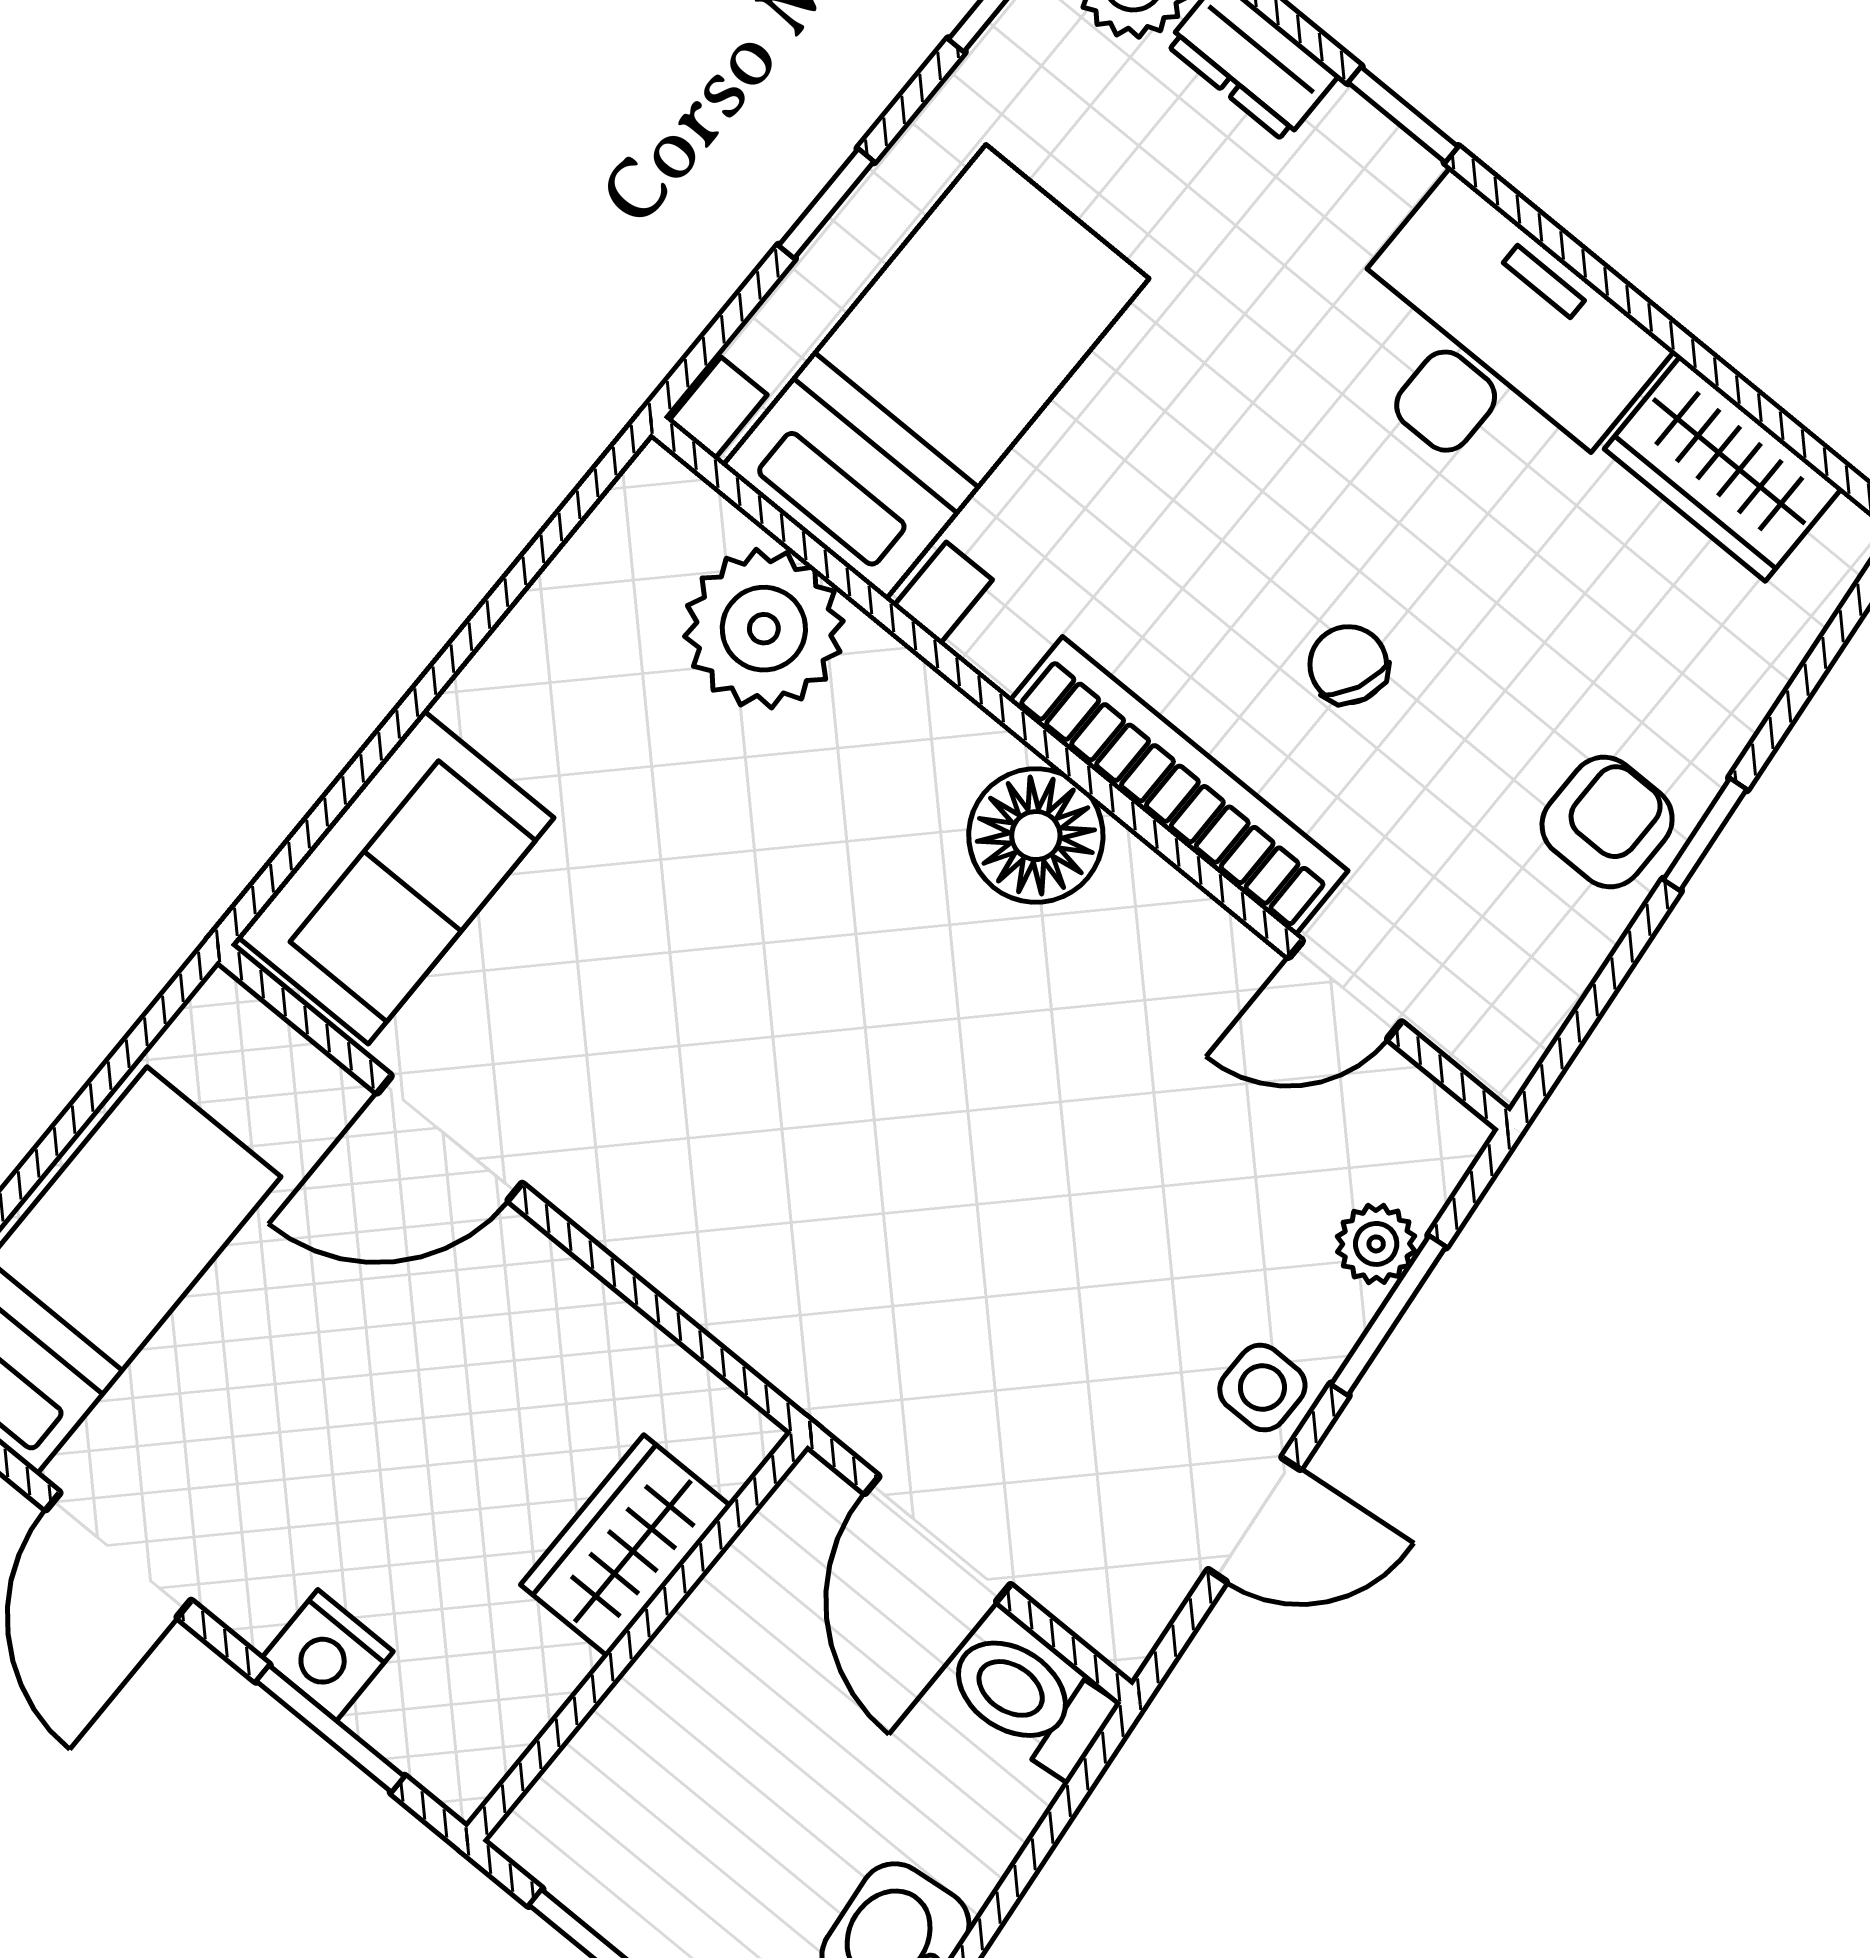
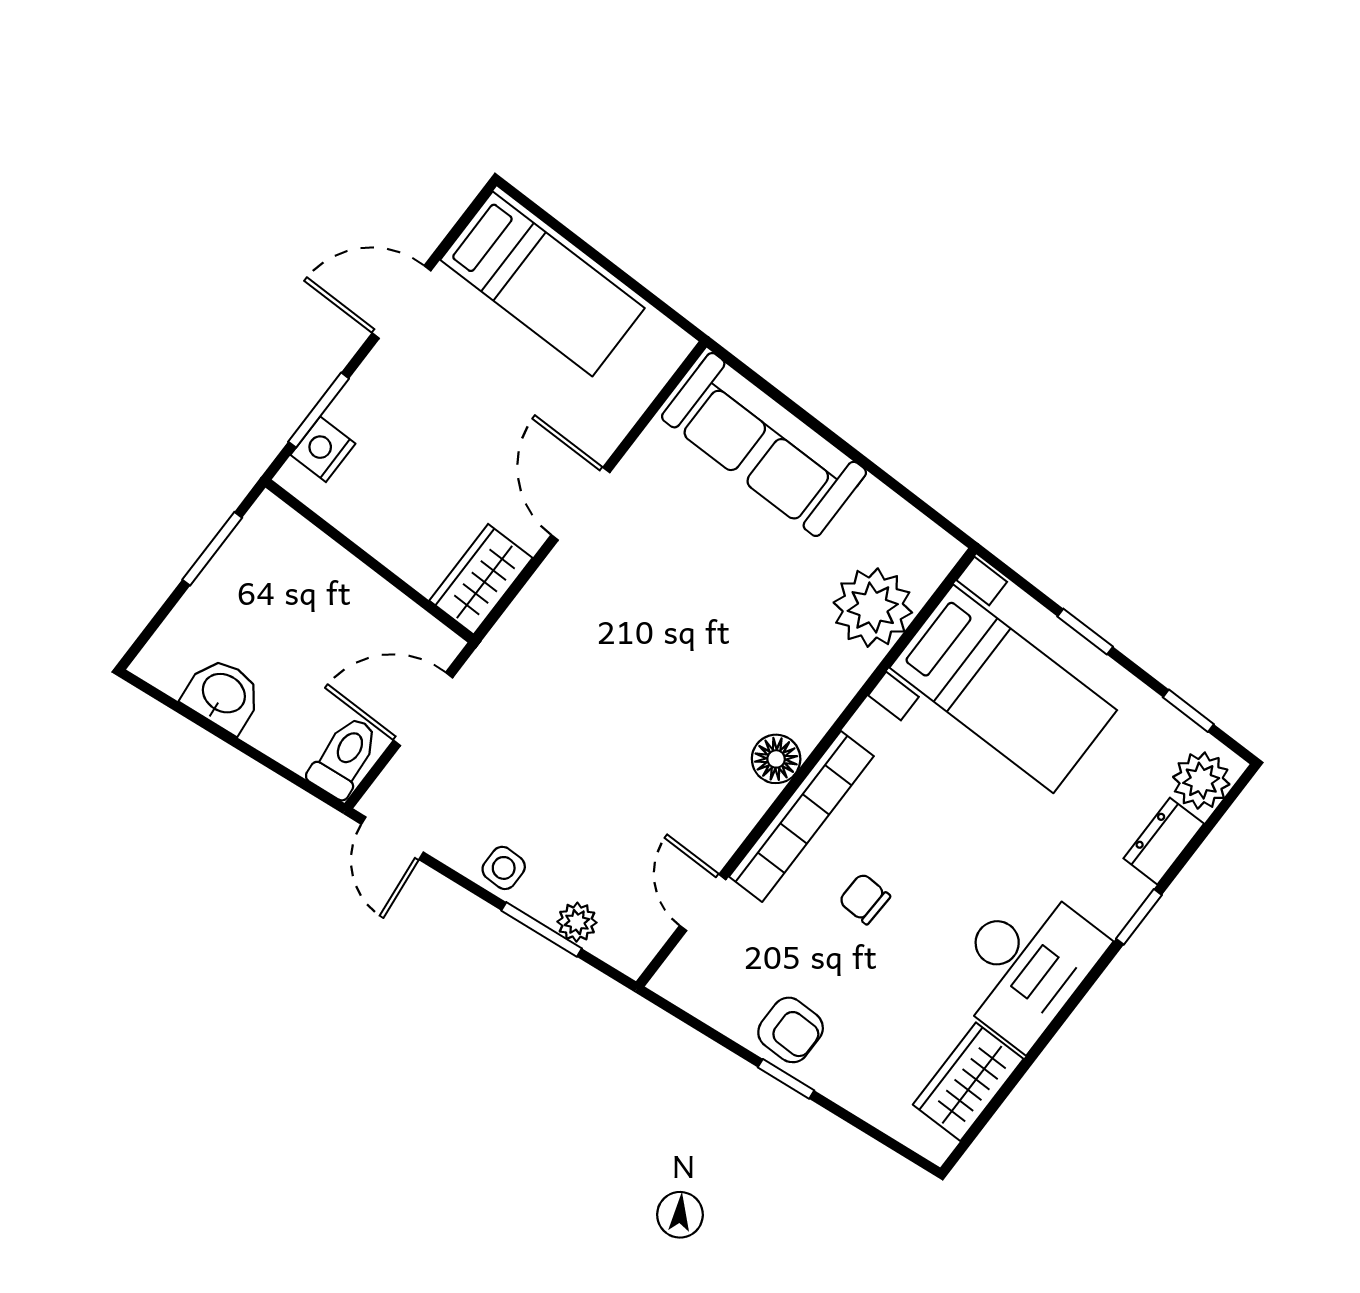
chair: (1348, 665) -> (864, 899), turned -113
floor lamp: (1036, 836) -> (776, 759), width x0.73, depth x0.73
sofa: (396, 877) -> (764, 445), width x1.36
door: (450, 1138) -> (581, 504), moved
door: (1254, 1520) -> (392, 838), moved
wardrobe: (626, 1546) -> (481, 579), moved, turned -90
nightstand: (327, 1655) -> (323, 449), moved

